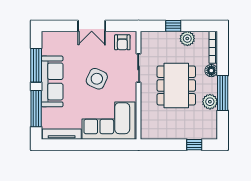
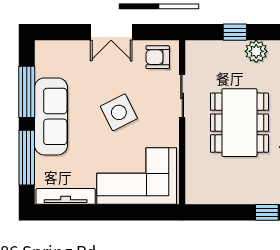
armchair: (122, 42) -> (158, 57), turned 90
side table: (97, 79) -> (119, 112), turned 38

